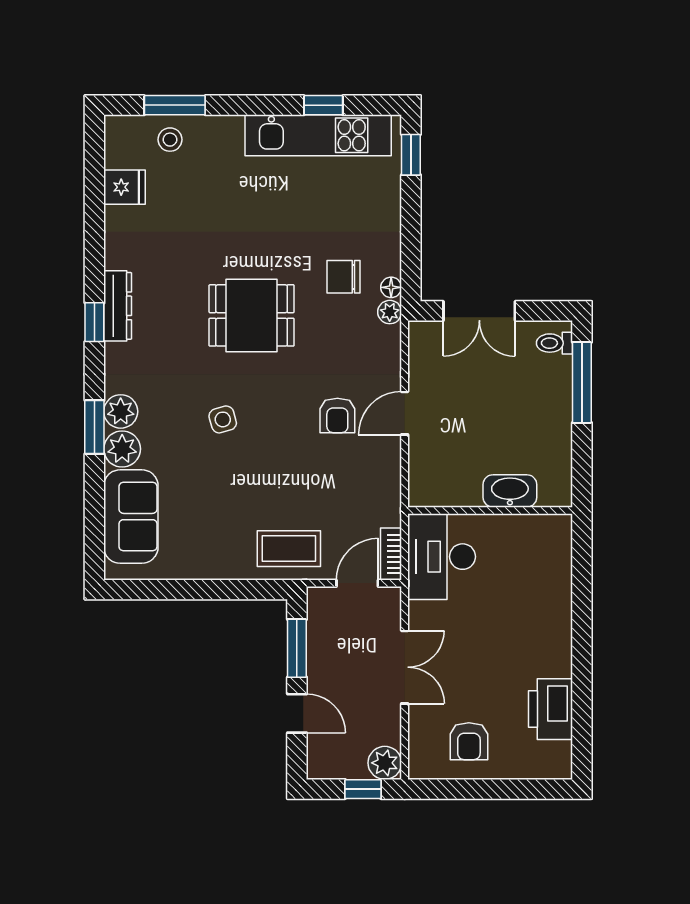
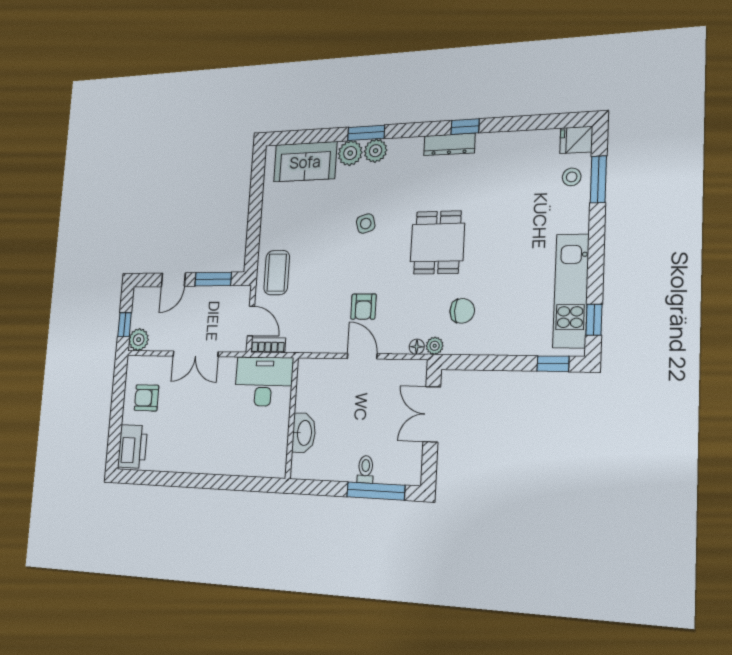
window: (323, 105) -> (594, 320), moved
fridge: (124, 187) -> (576, 140), moved, turned 90
chair: (343, 277) -> (462, 311), turned 90
floor lamp: (391, 287) -> (417, 347), moved
window: (94, 322) -> (465, 127), moved
toilet: (554, 343) -> (366, 469), moved
armchair: (337, 415) -> (363, 307), turned -90
printer: (550, 709) -> (132, 446), moved, turned 90

